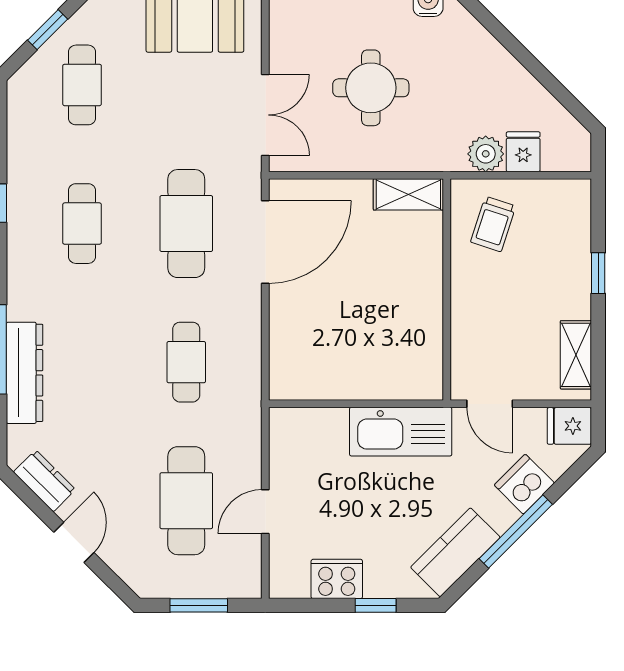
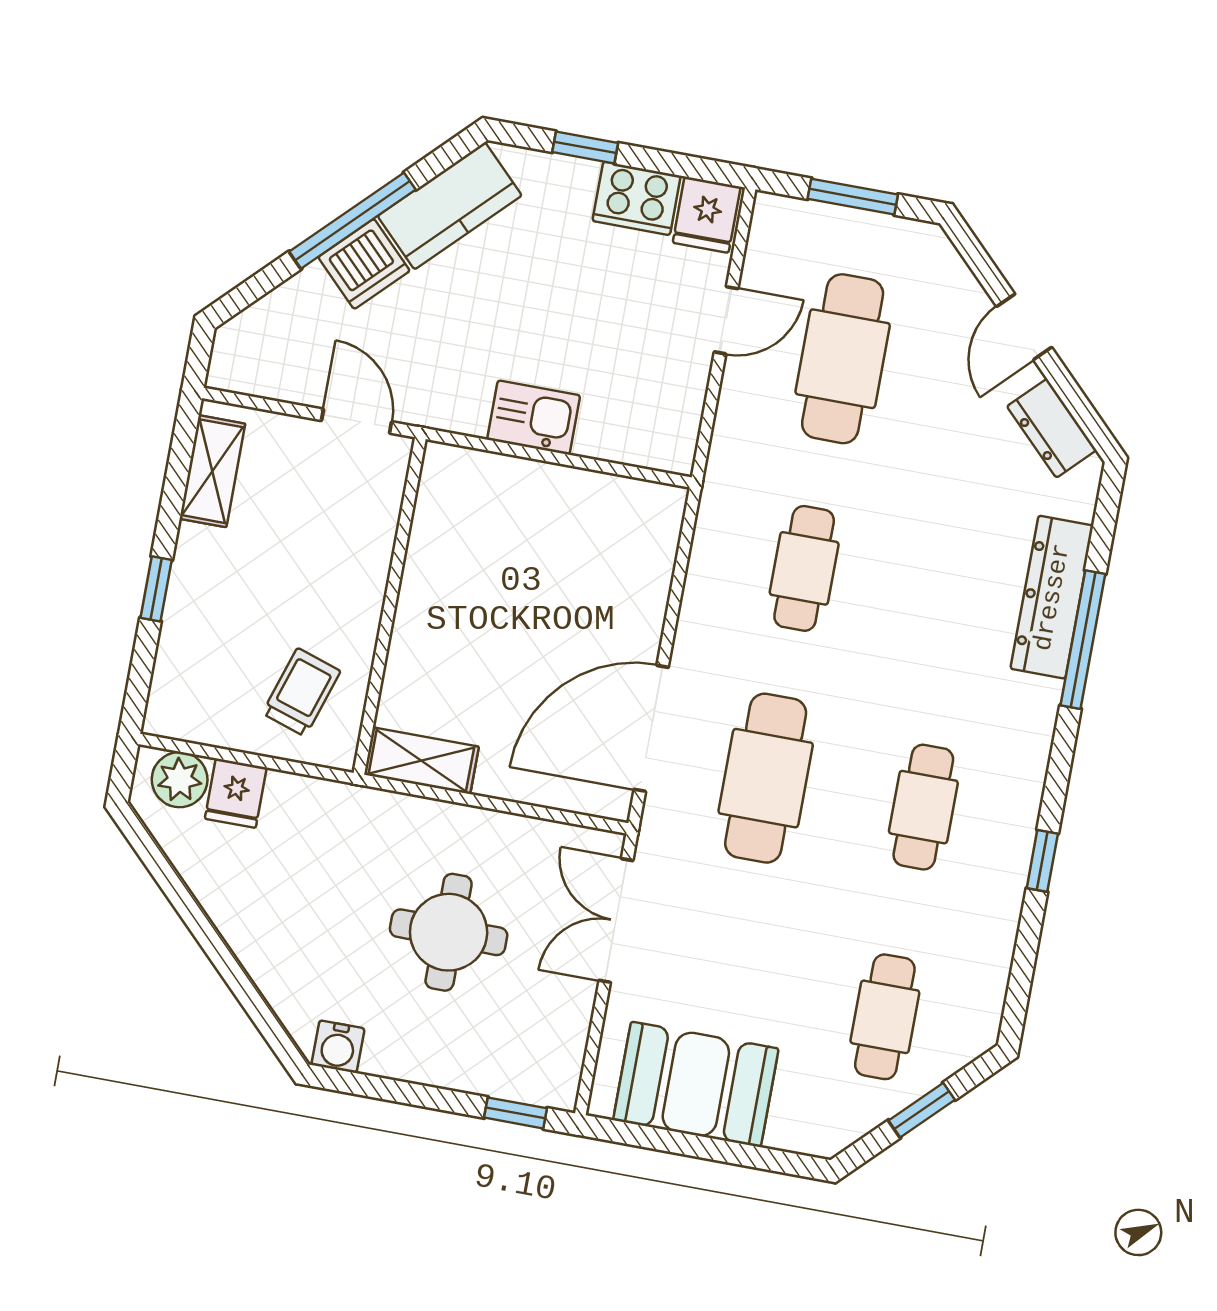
plant: (486, 154) -> (180, 780), moved
fridge: (569, 426) -> (707, 215), moved, turned 90
kitchen sink: (401, 432) -> (534, 418), width x0.53, depth x0.81
dishwasher: (524, 484) -> (364, 264), moved

